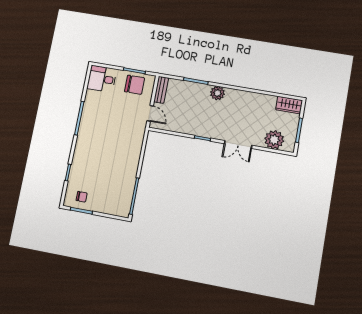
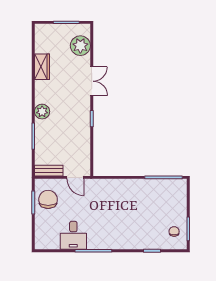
desk: (102, 79) -> (73, 235), moved
wardrobe: (289, 105) -> (42, 67), moved
door: (150, 113) -> (75, 177), swing flipped

